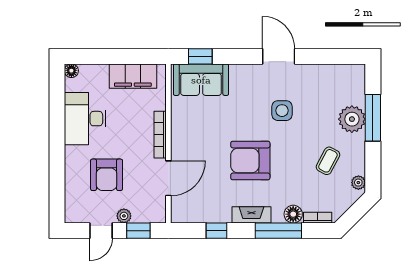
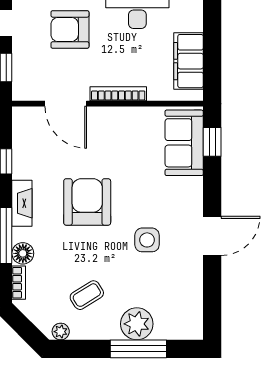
coffee table: (328, 161) -> (87, 295), turned -60
plant: (124, 216) -> (21, 50), removed

